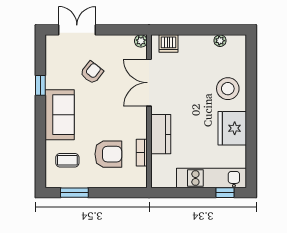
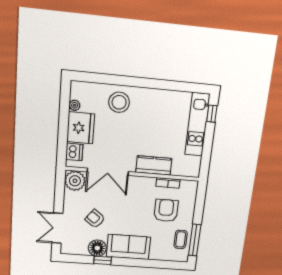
plant: (141, 41) -> (75, 181), width x1.88, depth x1.88
floor lamp: (56, 78) -> (97, 248), added
fridge: (232, 128) -> (81, 128), moved, turned -90
coffee table: (67, 160) -> (181, 239), moved
window: (74, 193) -> (195, 240), width x1.44

